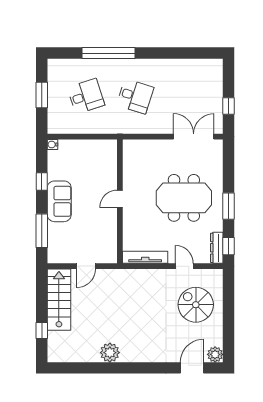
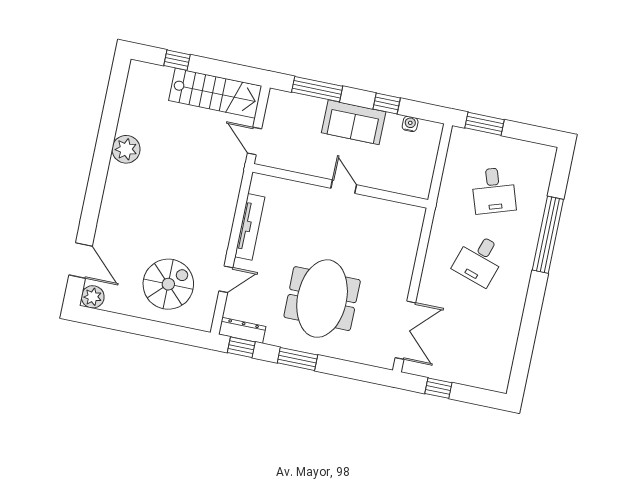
window: (42, 95) -> (484, 124), moved
water cooler: (52, 144) -> (410, 124), moved
door: (120, 199) -> (344, 187), moved
wall: (120, 201) -> (340, 186), moved

